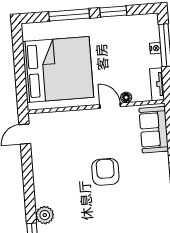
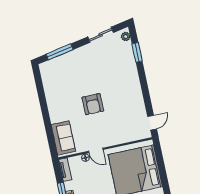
plant: (45, 215) -> (131, 69), removed

